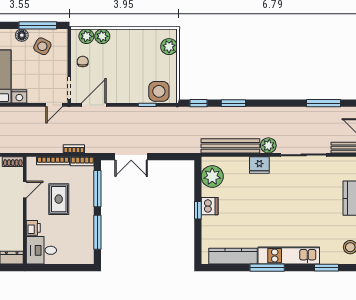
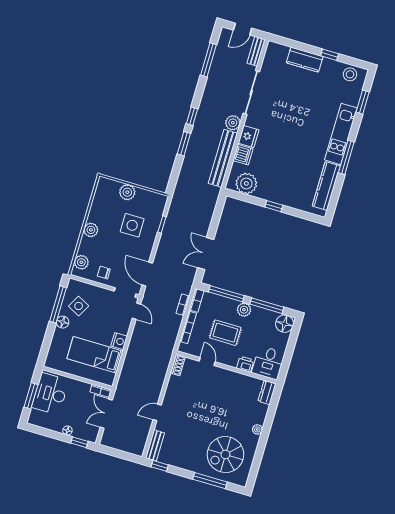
plant: (102, 36) -> (91, 230), moved
plant: (169, 47) -> (127, 192), moved
side table: (159, 91) -> (132, 225), moved
window: (198, 103) -> (192, 116), moved
double door: (131, 157) -> (206, 254), swing flipped
dishwasher: (210, 206) -> (243, 155), moved, turned 90
plant: (87, 211) -> (244, 310), added
floor lamp: (85, 255) -> (285, 324), added

